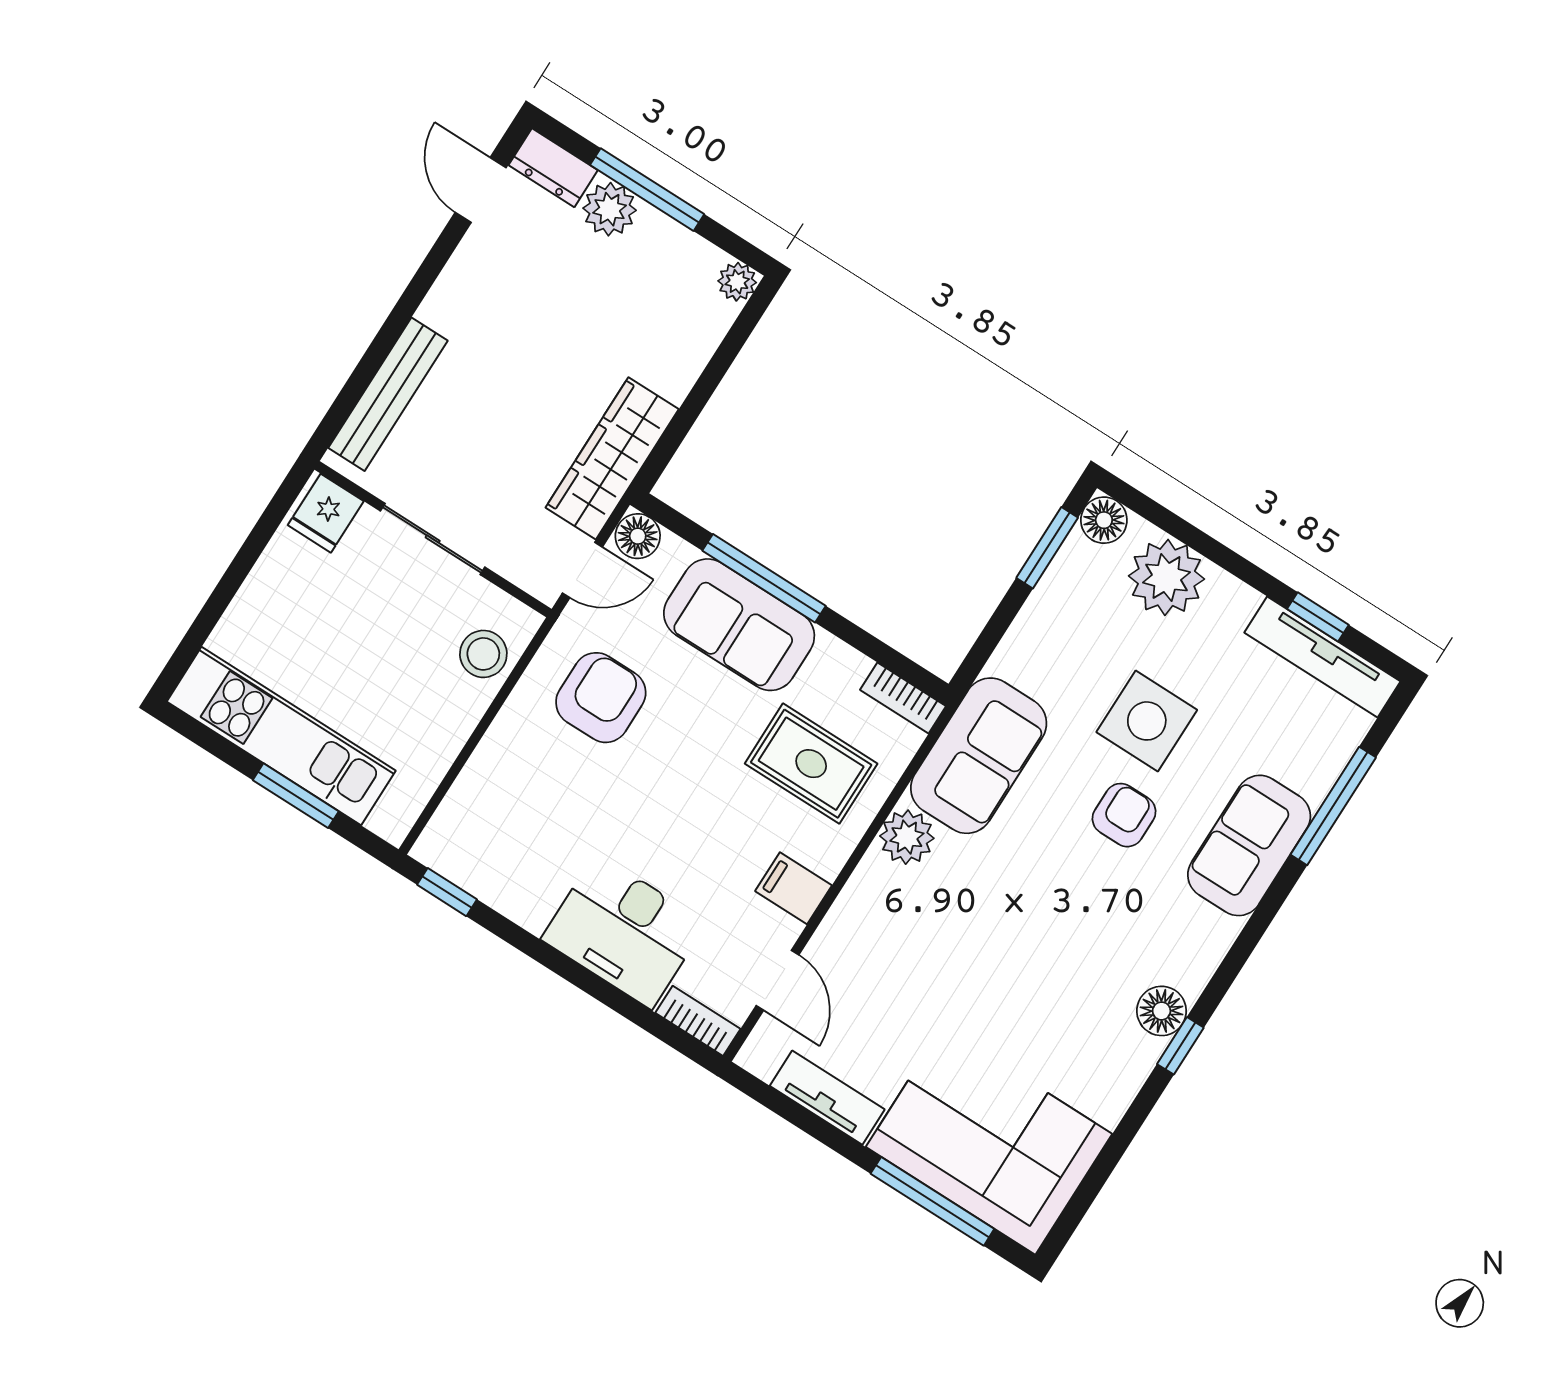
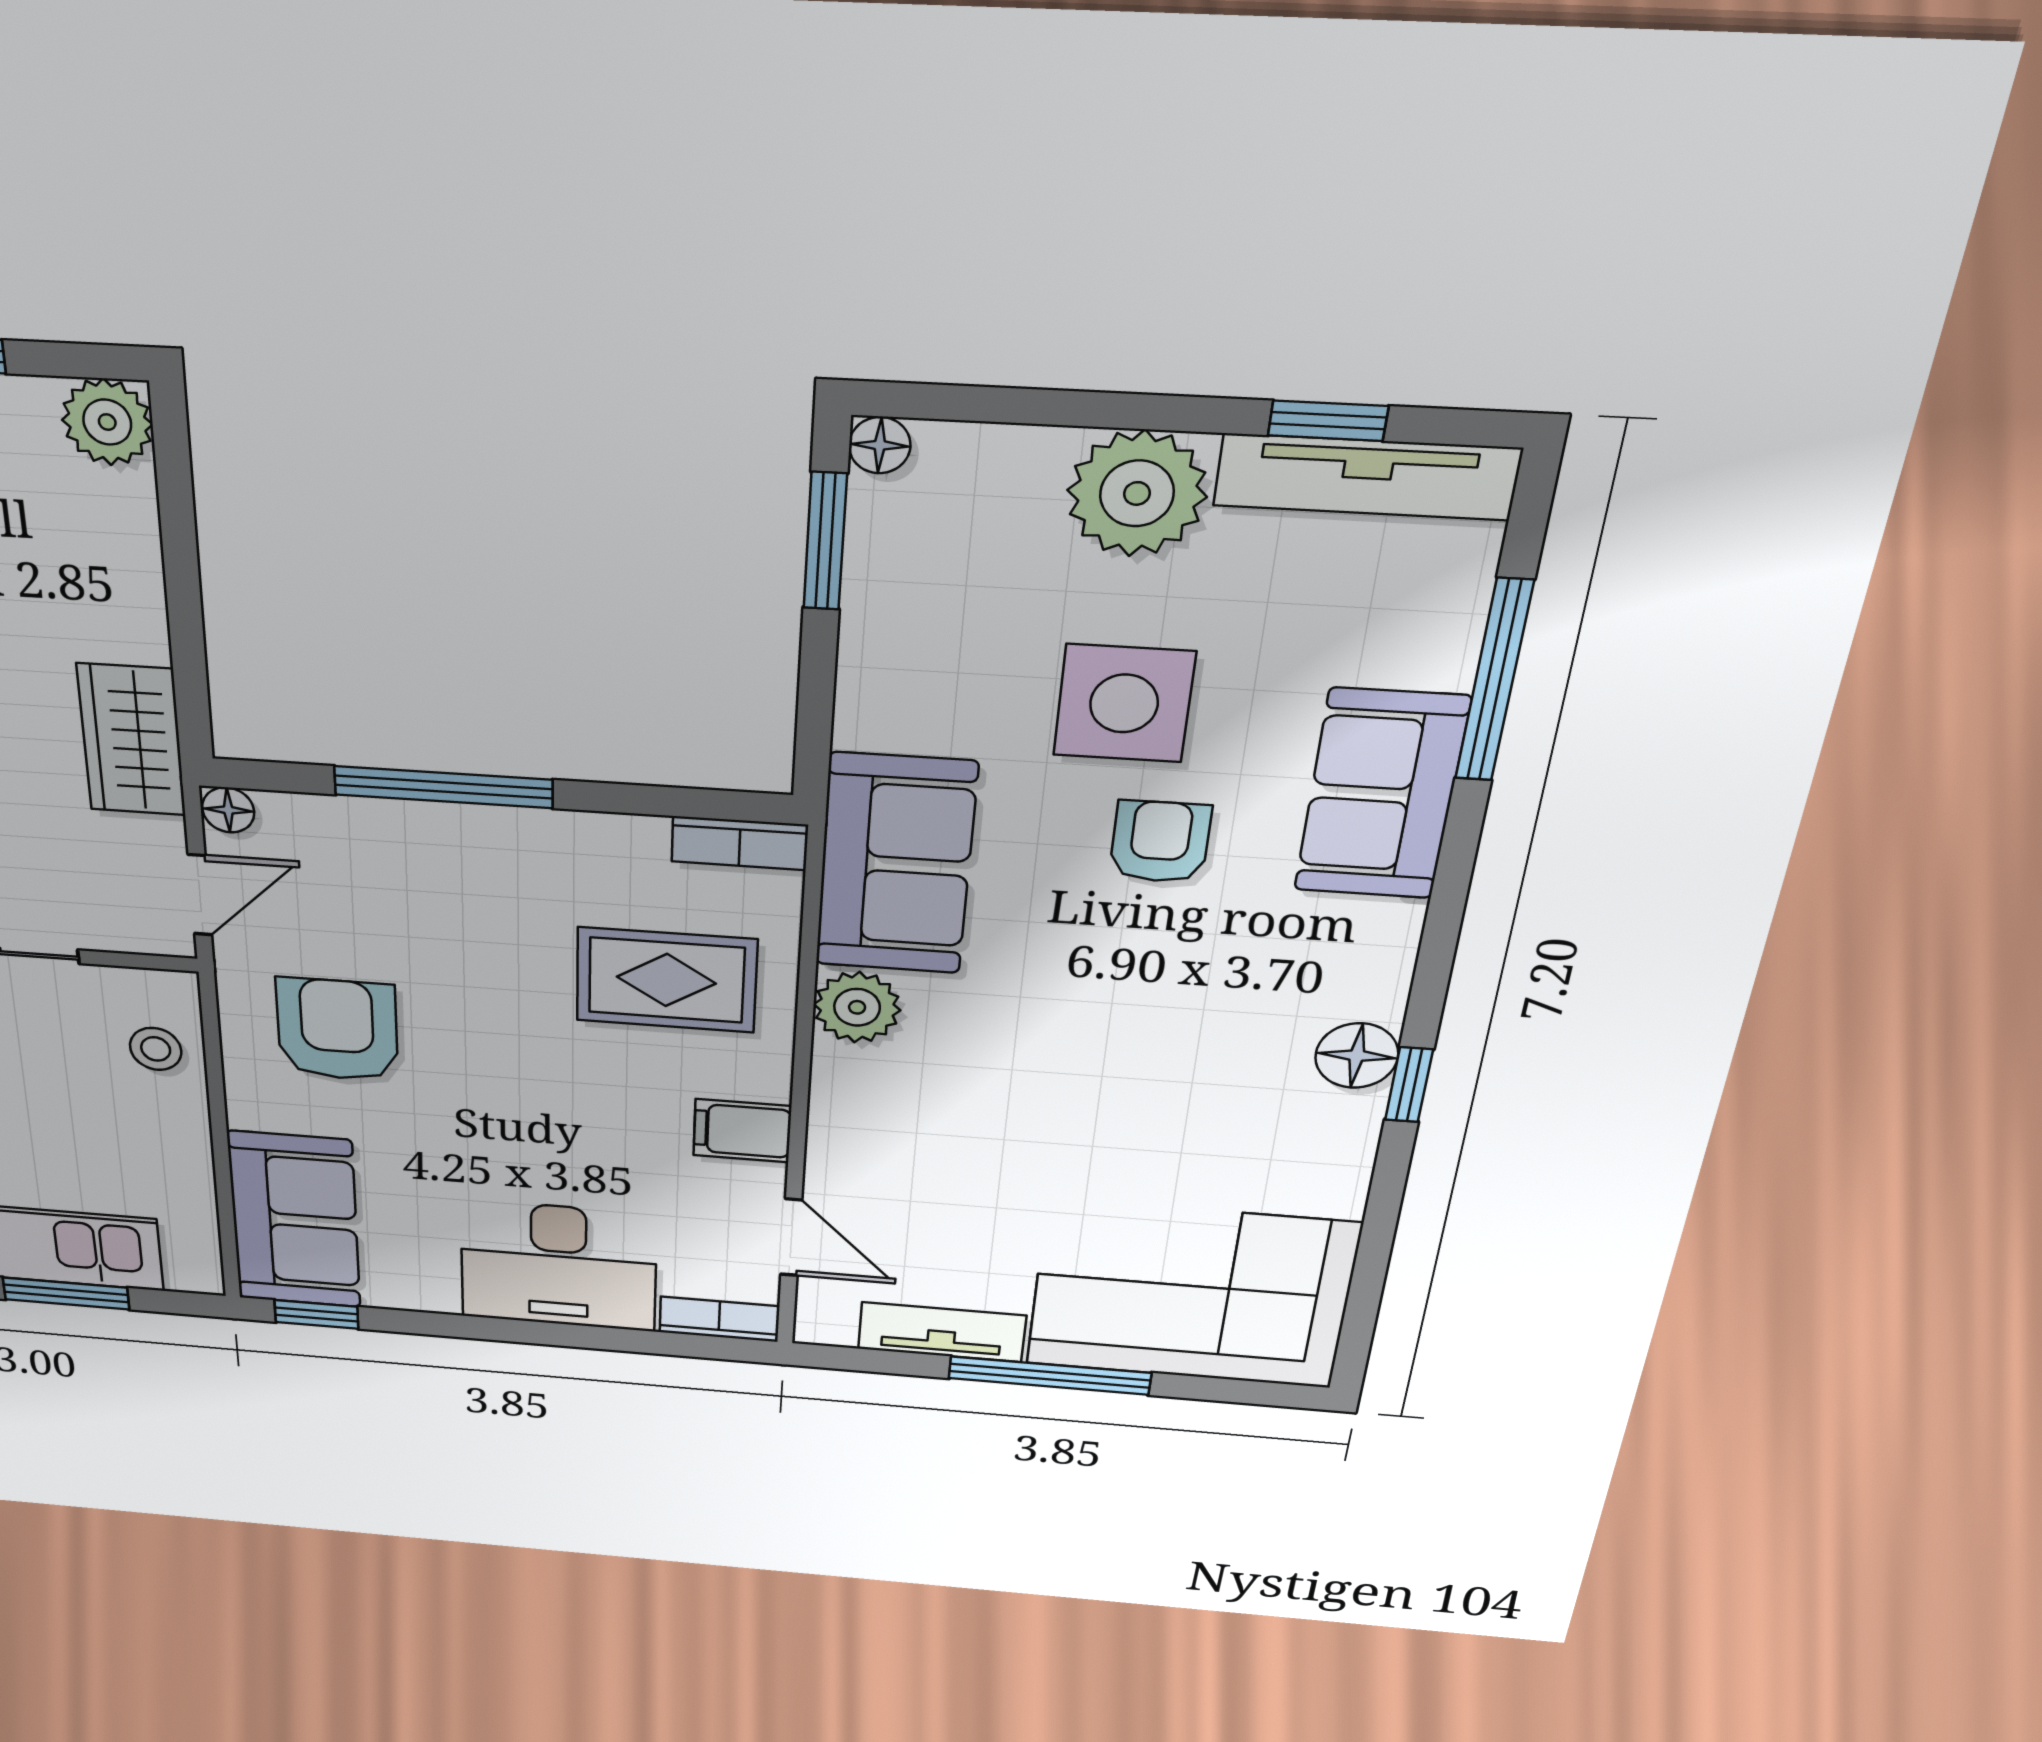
plant: (737, 282) -> (107, 422), width x1.38, depth x1.38
wardrobe: (612, 458) -> (132, 740), width x0.67
floor lamp: (1104, 520) -> (880, 445), width x0.73, depth x0.73
floor lamp: (638, 536) -> (228, 810), width x0.73, depth x0.73
plant: (1166, 577) -> (1137, 493), moved
sofa: (739, 625) -> (295, 1220), moved, turned -90
stool: (483, 654) -> (156, 1049), width x0.73, depth x0.73
window: (932, 1201) -> (1050, 1376), moved

